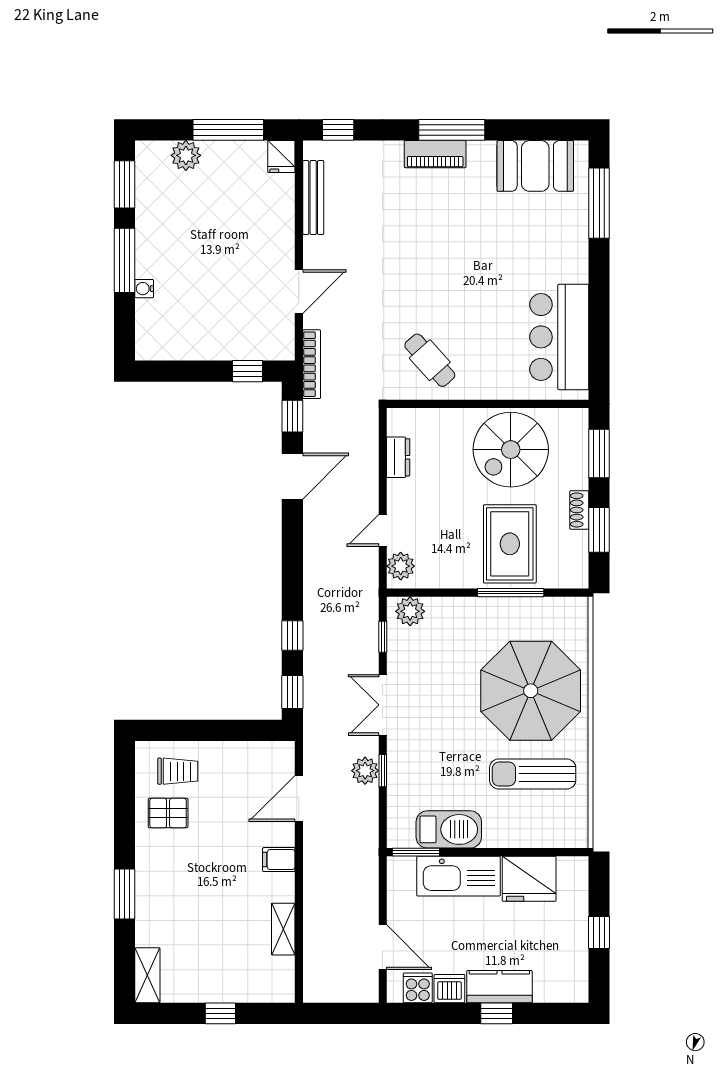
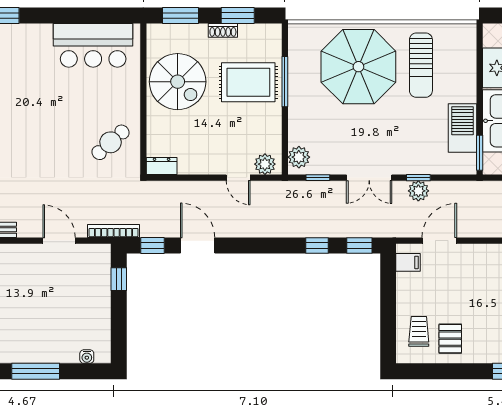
water cooler: (144, 289) -> (87, 357), moved
dresser: (398, 457) -> (162, 166), moved
door: (299, 799) -> (439, 241), swing flipped
filing cabinet: (279, 860) -> (408, 262), moved, turned -90

